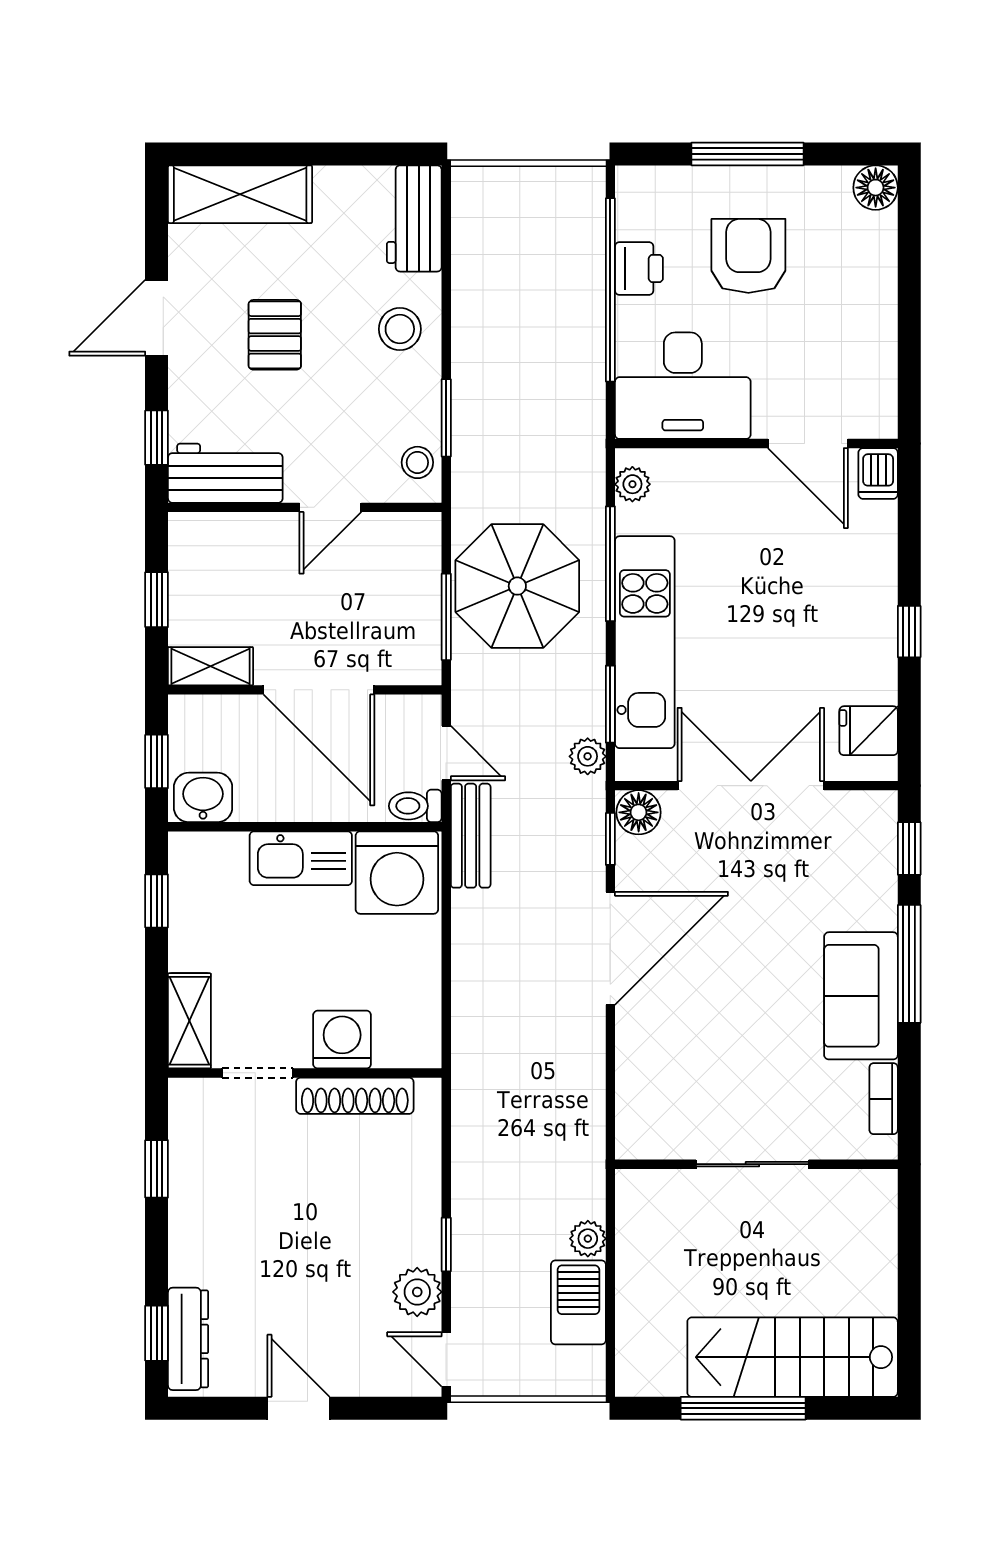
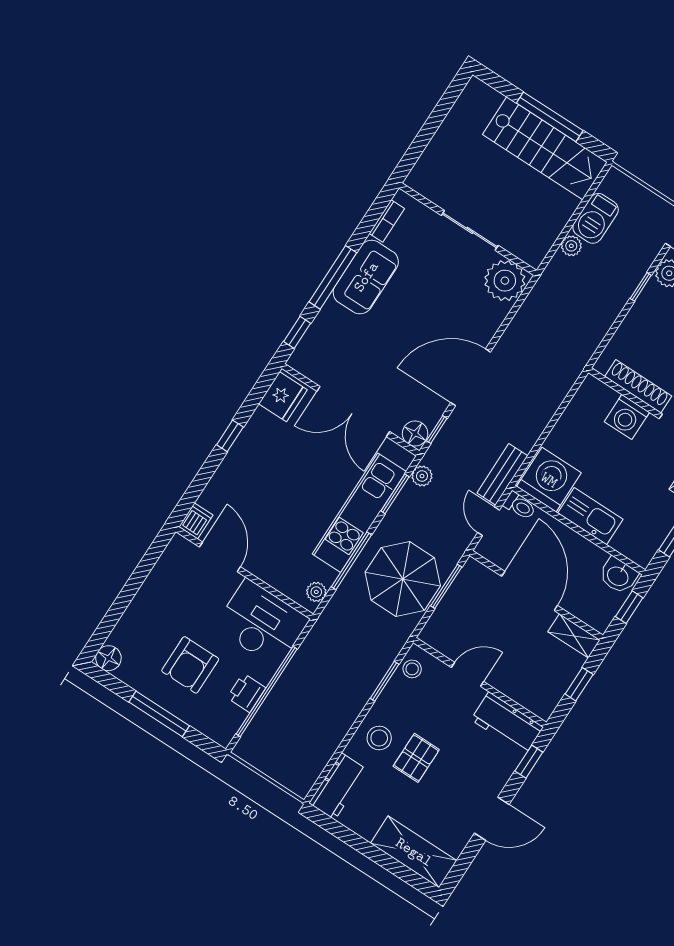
pallet: (275, 335) -> (416, 758), moved
fridge: (869, 731) -> (283, 397), width x1.38
plant: (652, 1124) -> (505, 281), added
stairs: (793, 1357) -> (545, 148), moved

